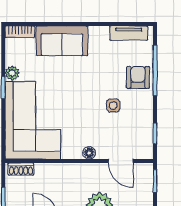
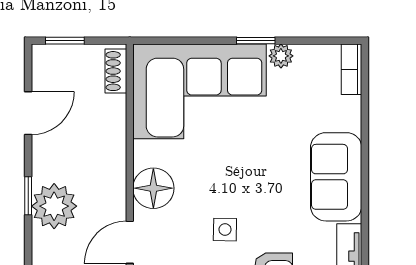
sofa: (62, 41) -> (336, 177), moved
floor lamp: (89, 153) -> (153, 188), width x1.89, depth x1.89

